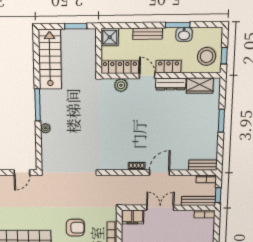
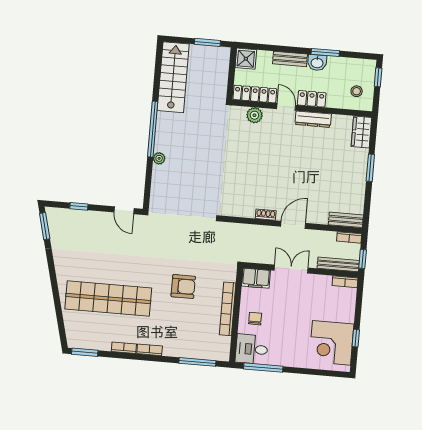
washbasin: (184, 34) -> (317, 63), moved
stool: (207, 56) -> (357, 91), width x0.53, depth x0.53
window: (224, 56) -> (378, 77), moved
wardrobe: (200, 86) -> (361, 132), moved, turned 90
window: (38, 105) -> (153, 129), width x1.46
door: (22, 172) -> (124, 210), hinge flipped

